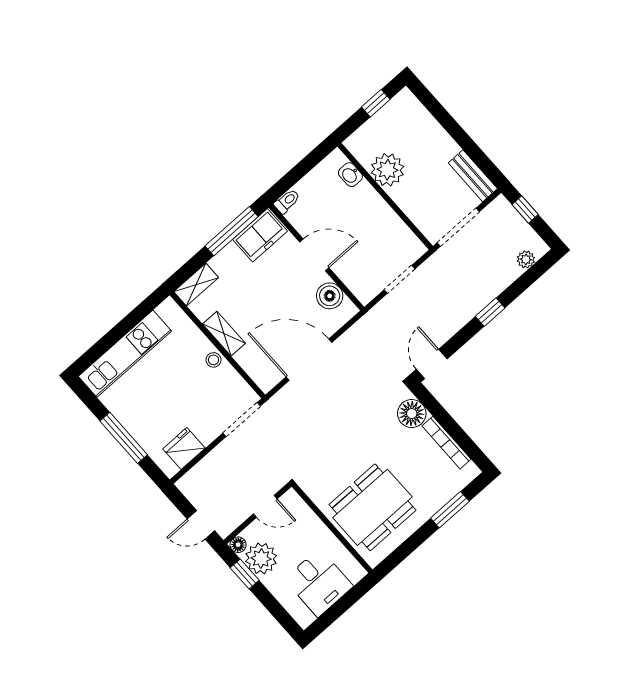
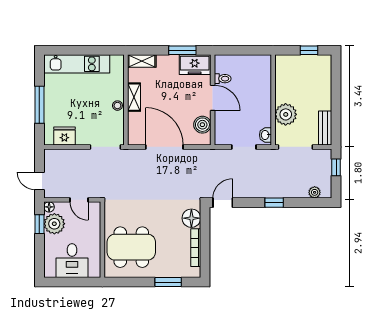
plant: (387, 170) -> (286, 114), moved
washbasin: (350, 175) -> (265, 135), moved
toilet: (287, 201) -> (223, 79), moved
window: (232, 231) -> (182, 50), width x0.69

